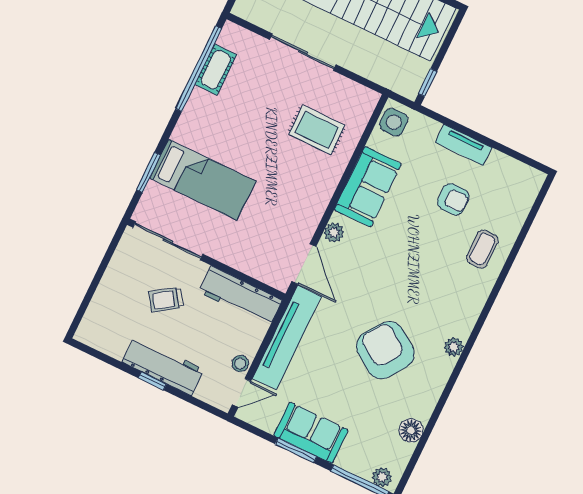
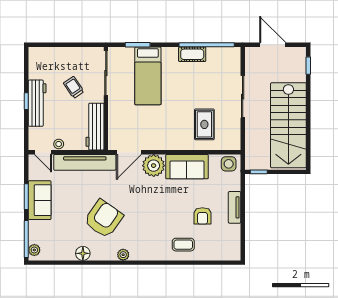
cot: (216, 70) -> (192, 54), moved
plant: (334, 233) -> (154, 166), width x1.88, depth x1.88
floor lamp: (411, 430) -> (83, 253), moved

